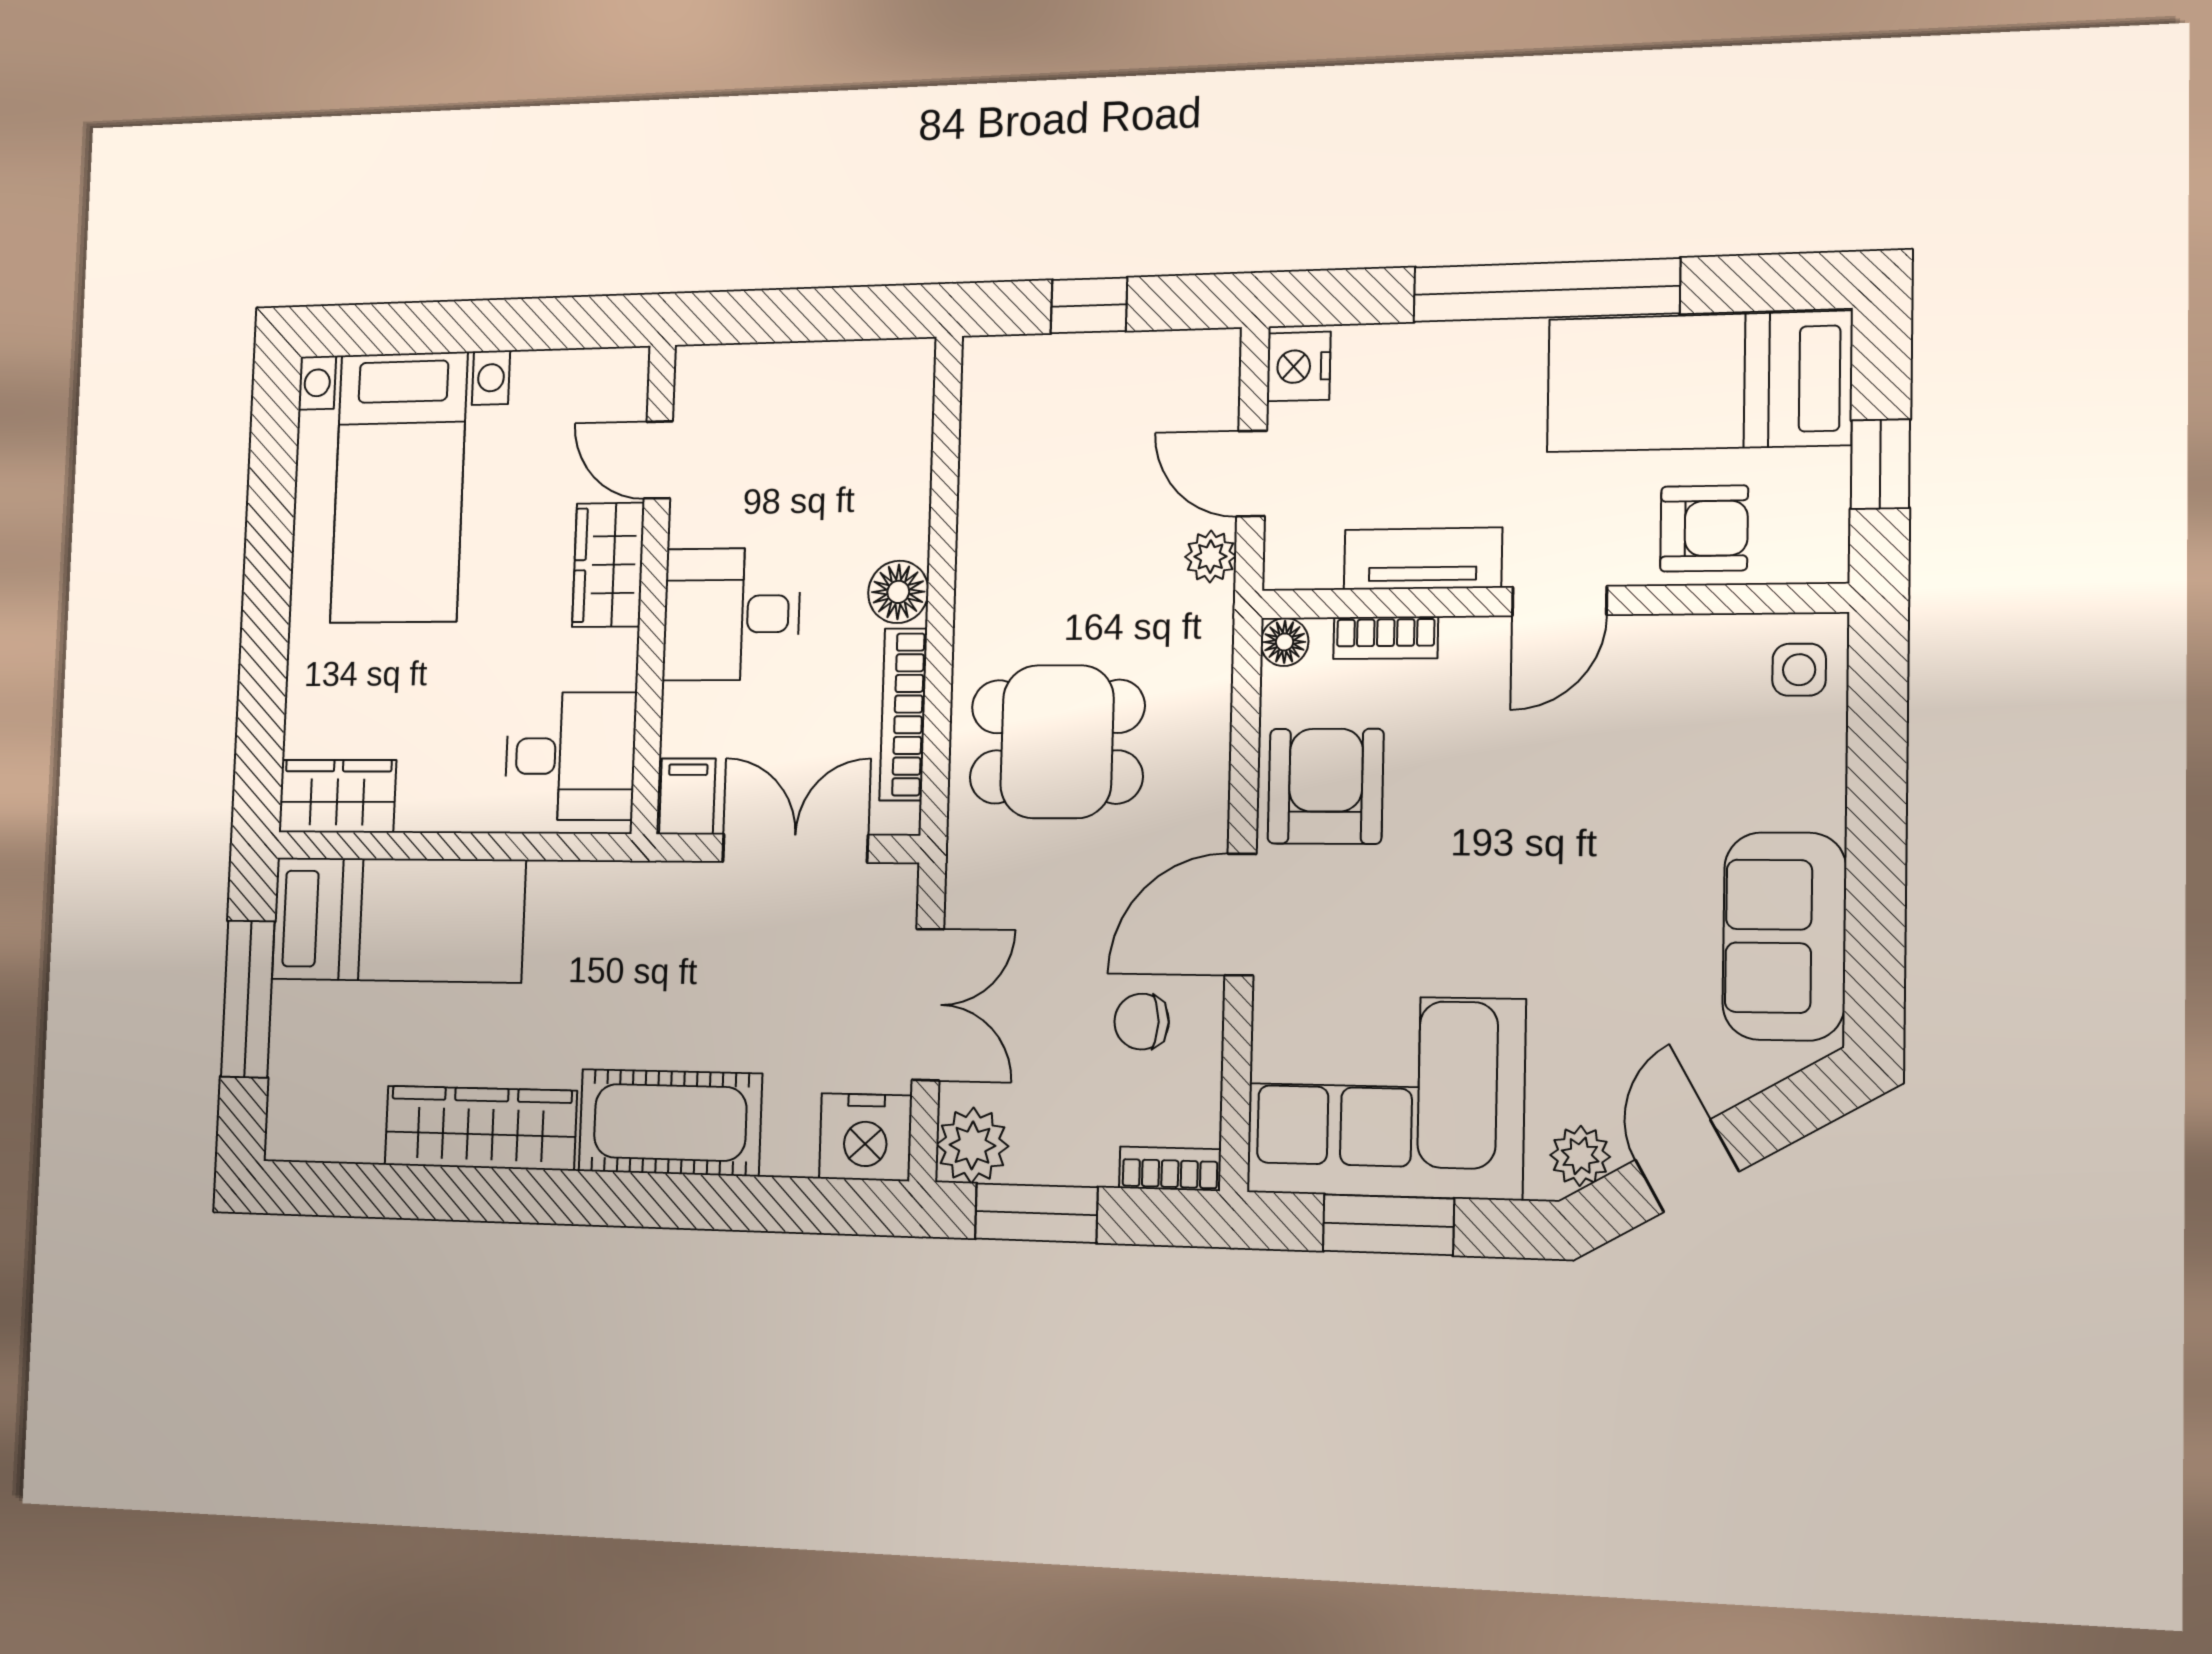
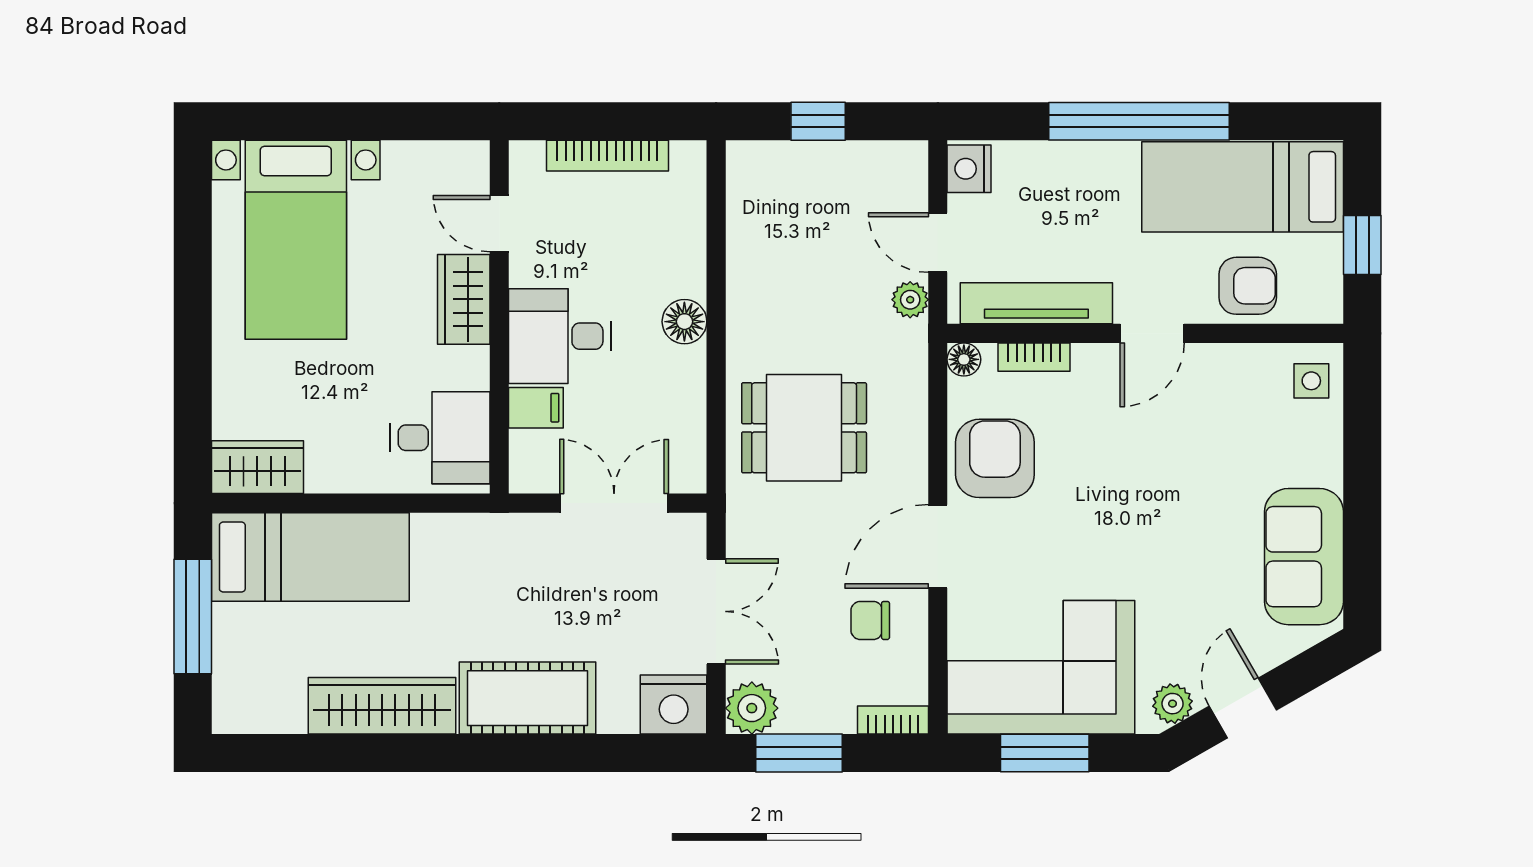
tv unit: (1423, 559) -> (1036, 303), width x1.41
bookcase: (903, 714) -> (607, 156), moved, turned -90
filing cabinet: (687, 796) -> (536, 408), moved, turned 90

